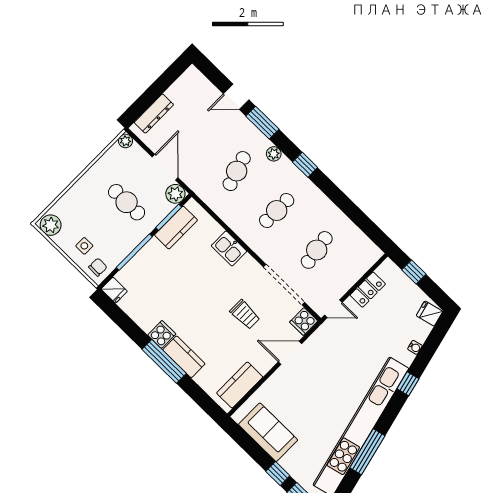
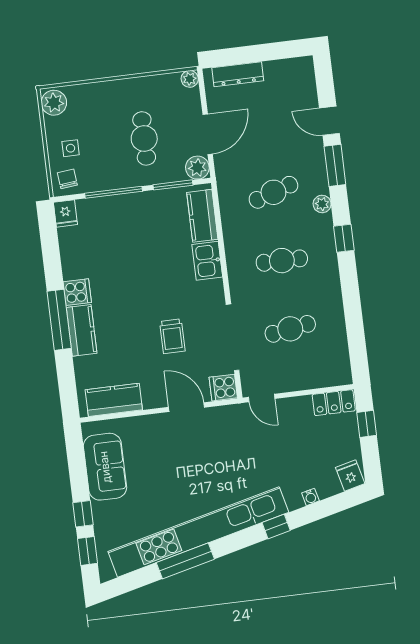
kitchen counter: (176, 228) -> (202, 216), moved, turned 90
chair: (98, 267) -> (67, 179), turned -97
locker: (368, 290) -> (334, 403), moved

